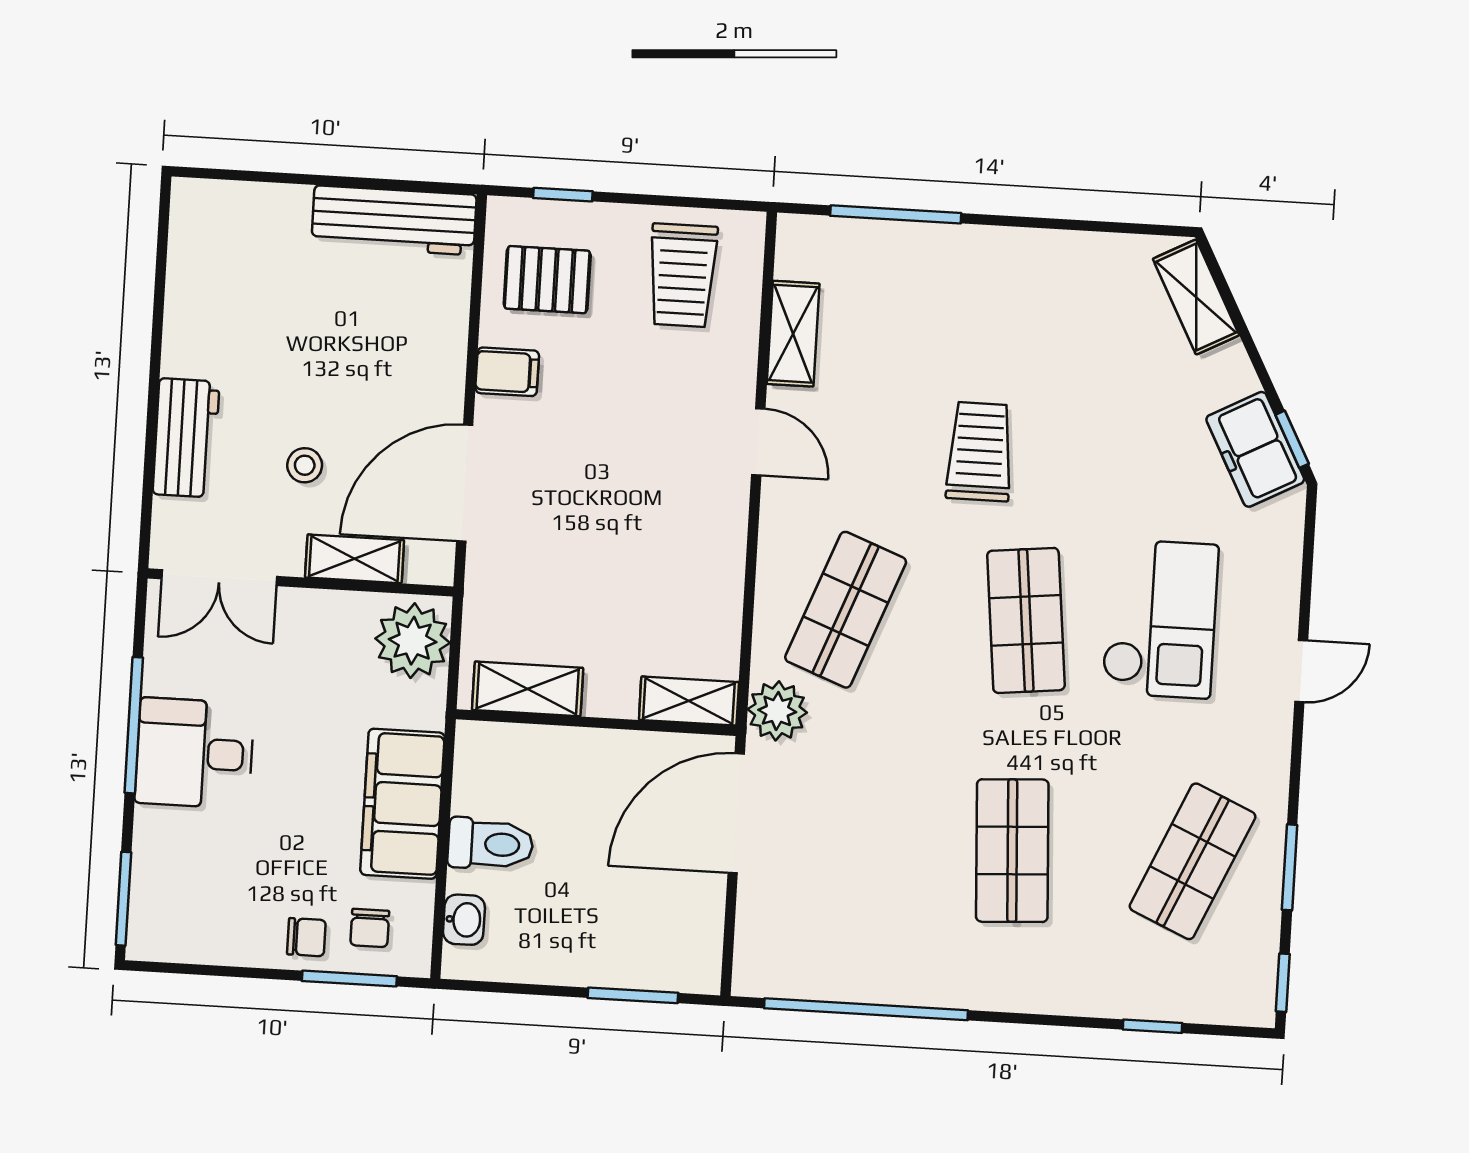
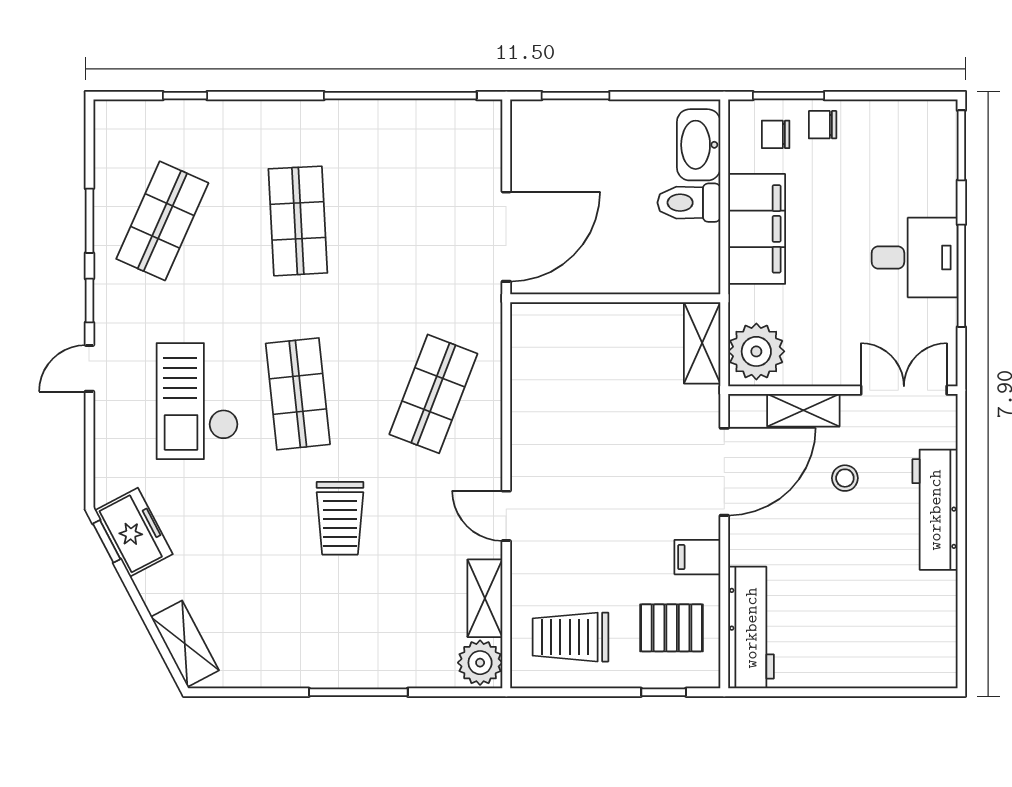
window: (896, 214) -> (358, 692), moved
workbench: (394, 220) -> (751, 628), moved, turned 90
trolley: (682, 275) -> (570, 637), turned -90
workbench: (186, 438) -> (935, 510), width x1.38
shelving: (528, 689) -> (702, 343), moved, turned 90
shelving: (689, 701) -> (547, 319), removed
plant: (777, 711) -> (480, 663), moved
washbasin: (464, 920) -> (699, 145), width x1.91, depth x1.45
chair: (370, 928) -> (776, 134), turned -90
window: (1283, 983) -> (89, 301), moved

